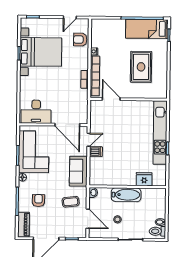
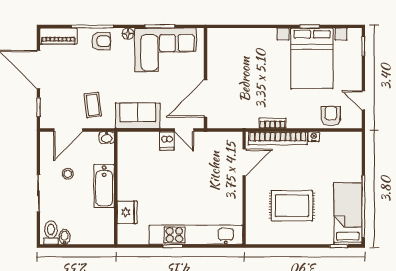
desk: (36, 112) -> (224, 53), removed
armchair: (38, 200) -> (101, 41), moved

